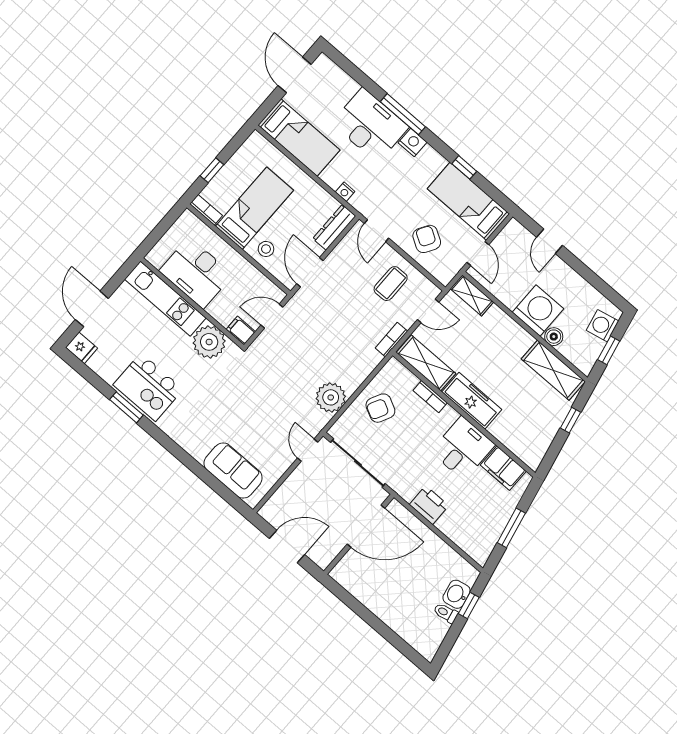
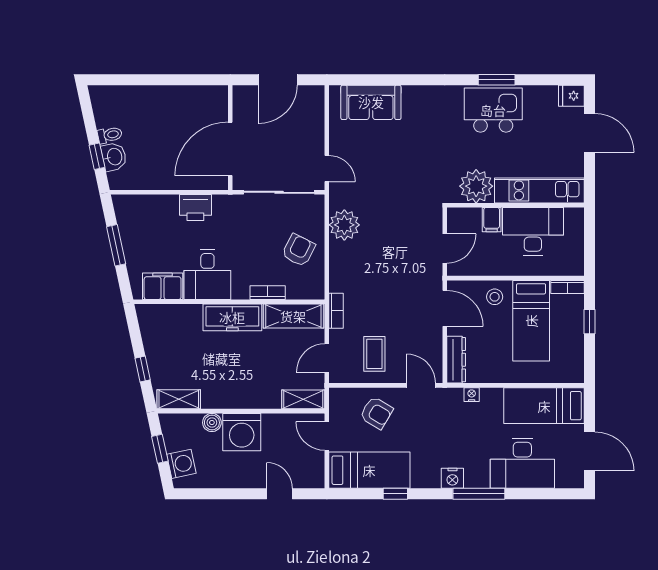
desk: (370, 125) -> (522, 463), moved
filing cabinet: (241, 331) -> (492, 220), moved, turned 90
shelving: (553, 370) -> (179, 399), width x0.67, depth x0.75

